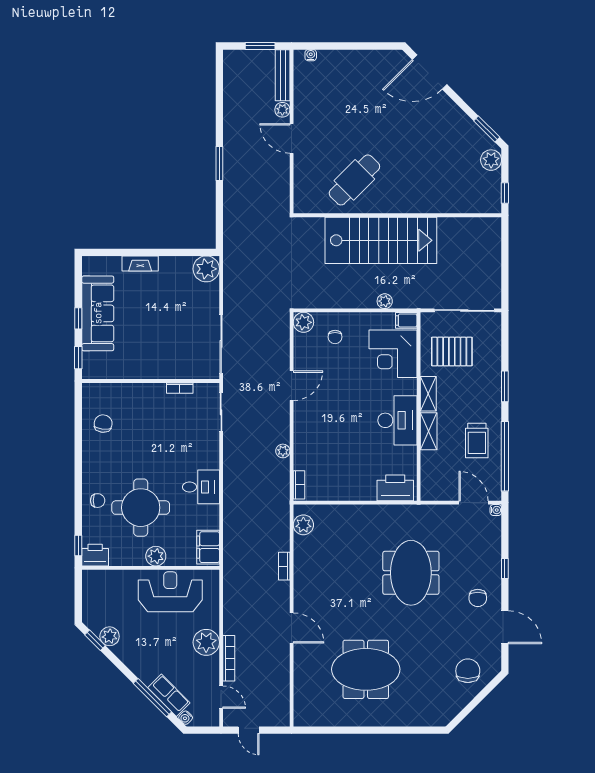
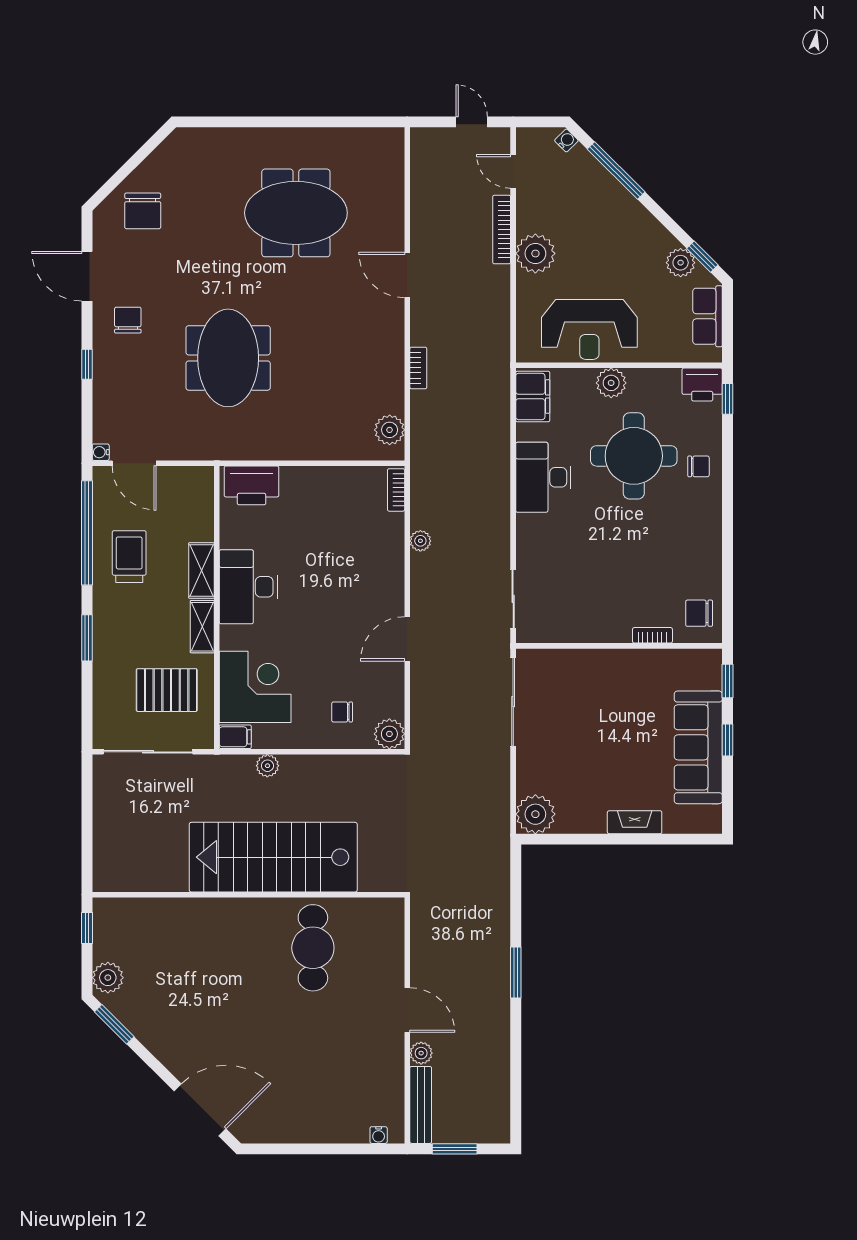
cafe table: (354, 180) -> (313, 948), turned -45
chair: (335, 337) -> (342, 712), turned -90
bookcase: (180, 388) -> (652, 635), moved
chair: (103, 424) -> (699, 613), moved, turned 84
desk: (201, 487) -> (543, 477), width x1.37
chair: (98, 501) -> (699, 466), turned 180
row of seats: (169, 695) -> (708, 316), moved, turned 45

